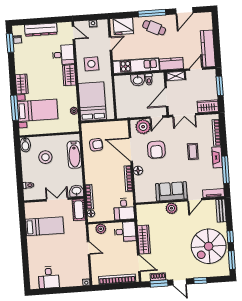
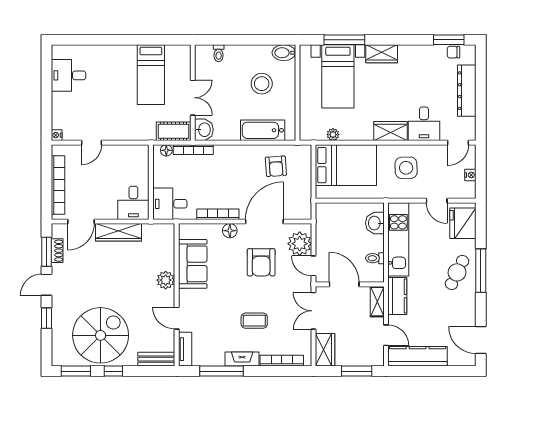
door: (184, 11) -> (481, 340), moved
washbasin: (138, 80) -> (375, 223), moved
armchair: (156, 150) -> (261, 262), turned -90
sofa: (171, 191) -> (193, 264), moved
plant: (101, 229) -> (141, 164), removed
spiral stairs: (209, 246) -> (101, 335), turned 90
door: (89, 248) -> (92, 143), moved

